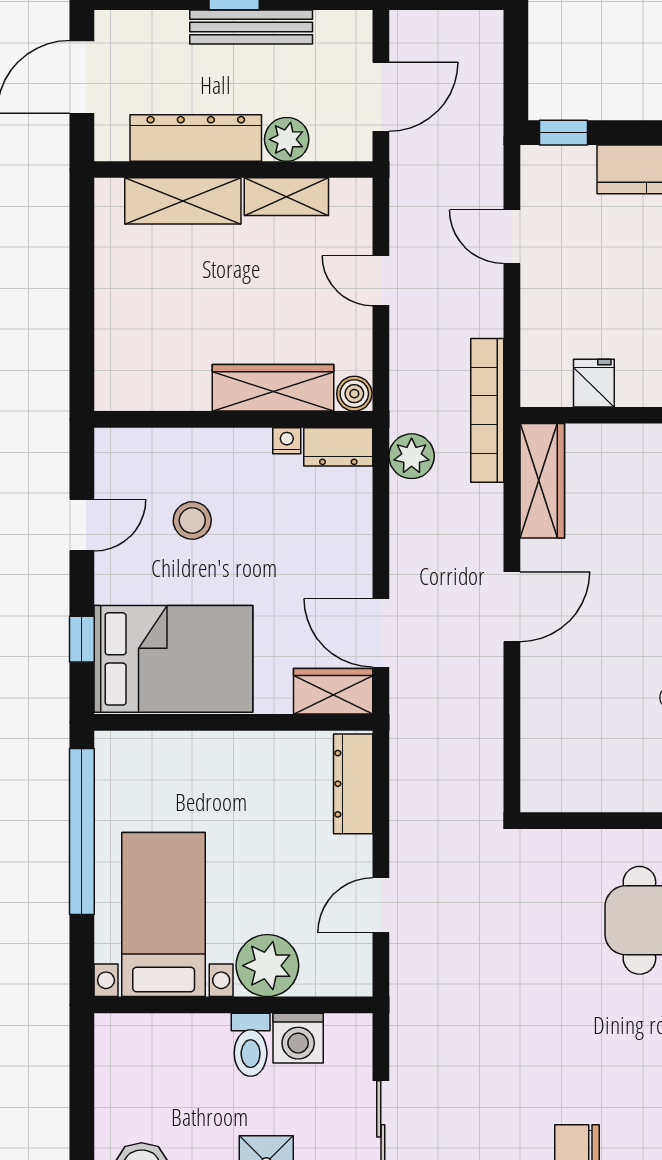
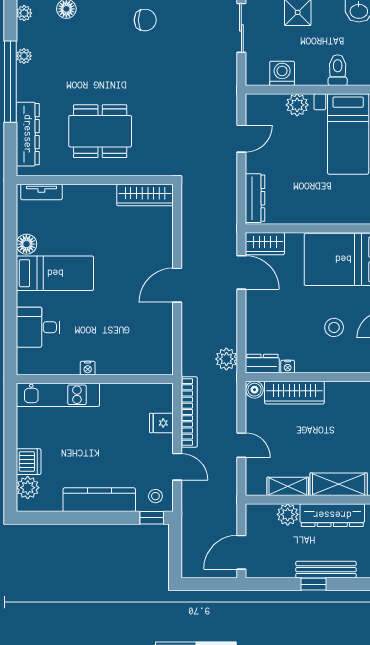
bench: (251, 27) -> (326, 570), moved
door: (381, 97) -> (241, 552), moved
stool: (556, 177) -> (155, 496), added
fridge: (594, 383) -> (161, 423), moved, turned 90
bookcase: (487, 410) -> (189, 412), moved
wardrobe: (542, 481) -> (145, 195), moved, turned -90
plant: (267, 966) -> (297, 105), width x0.73, depth x0.73
toilet: (251, 1045) -> (338, 70), moved

